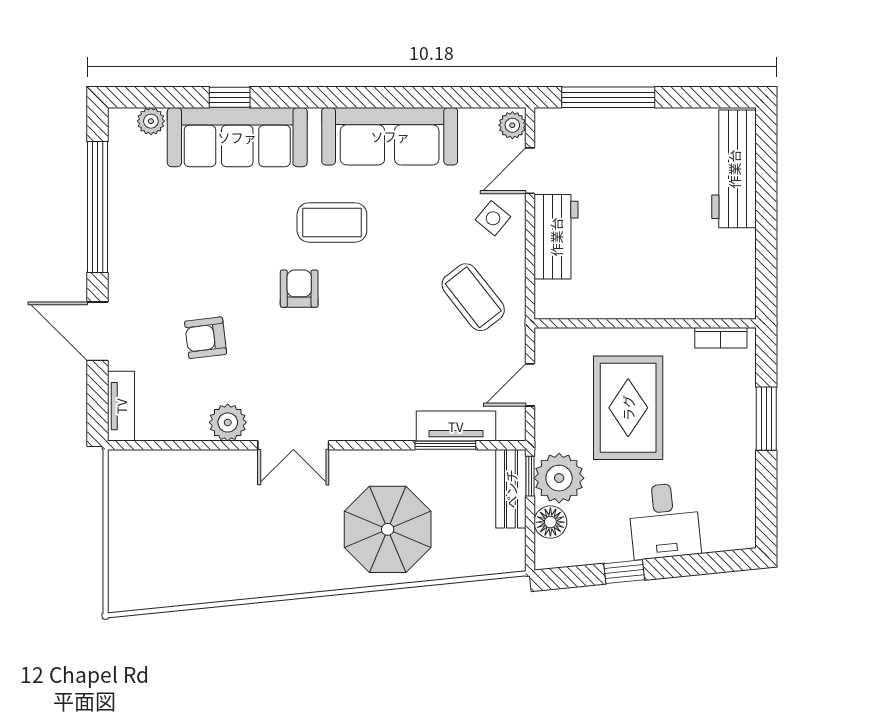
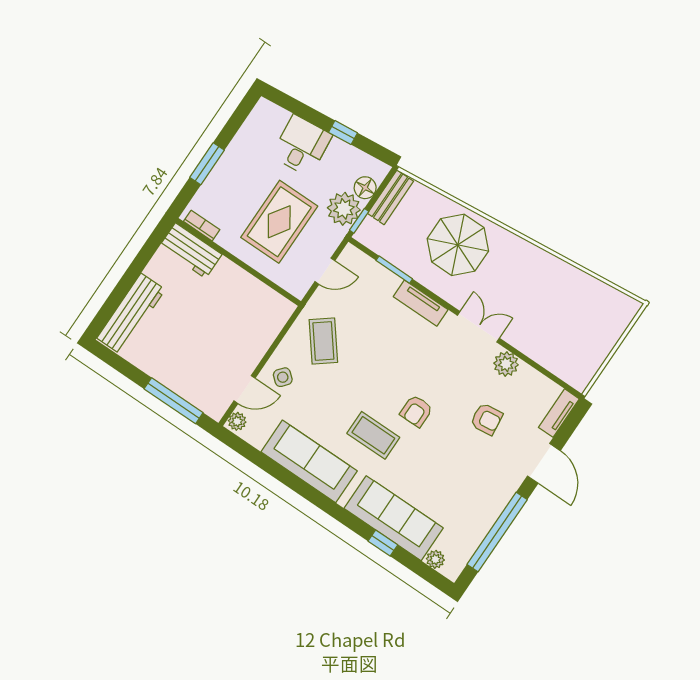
workbench: (556, 237) -> (190, 251), moved, turned -90
tv unit: (456, 426) -> (421, 303), moved
bench: (511, 489) -> (391, 197), moved

